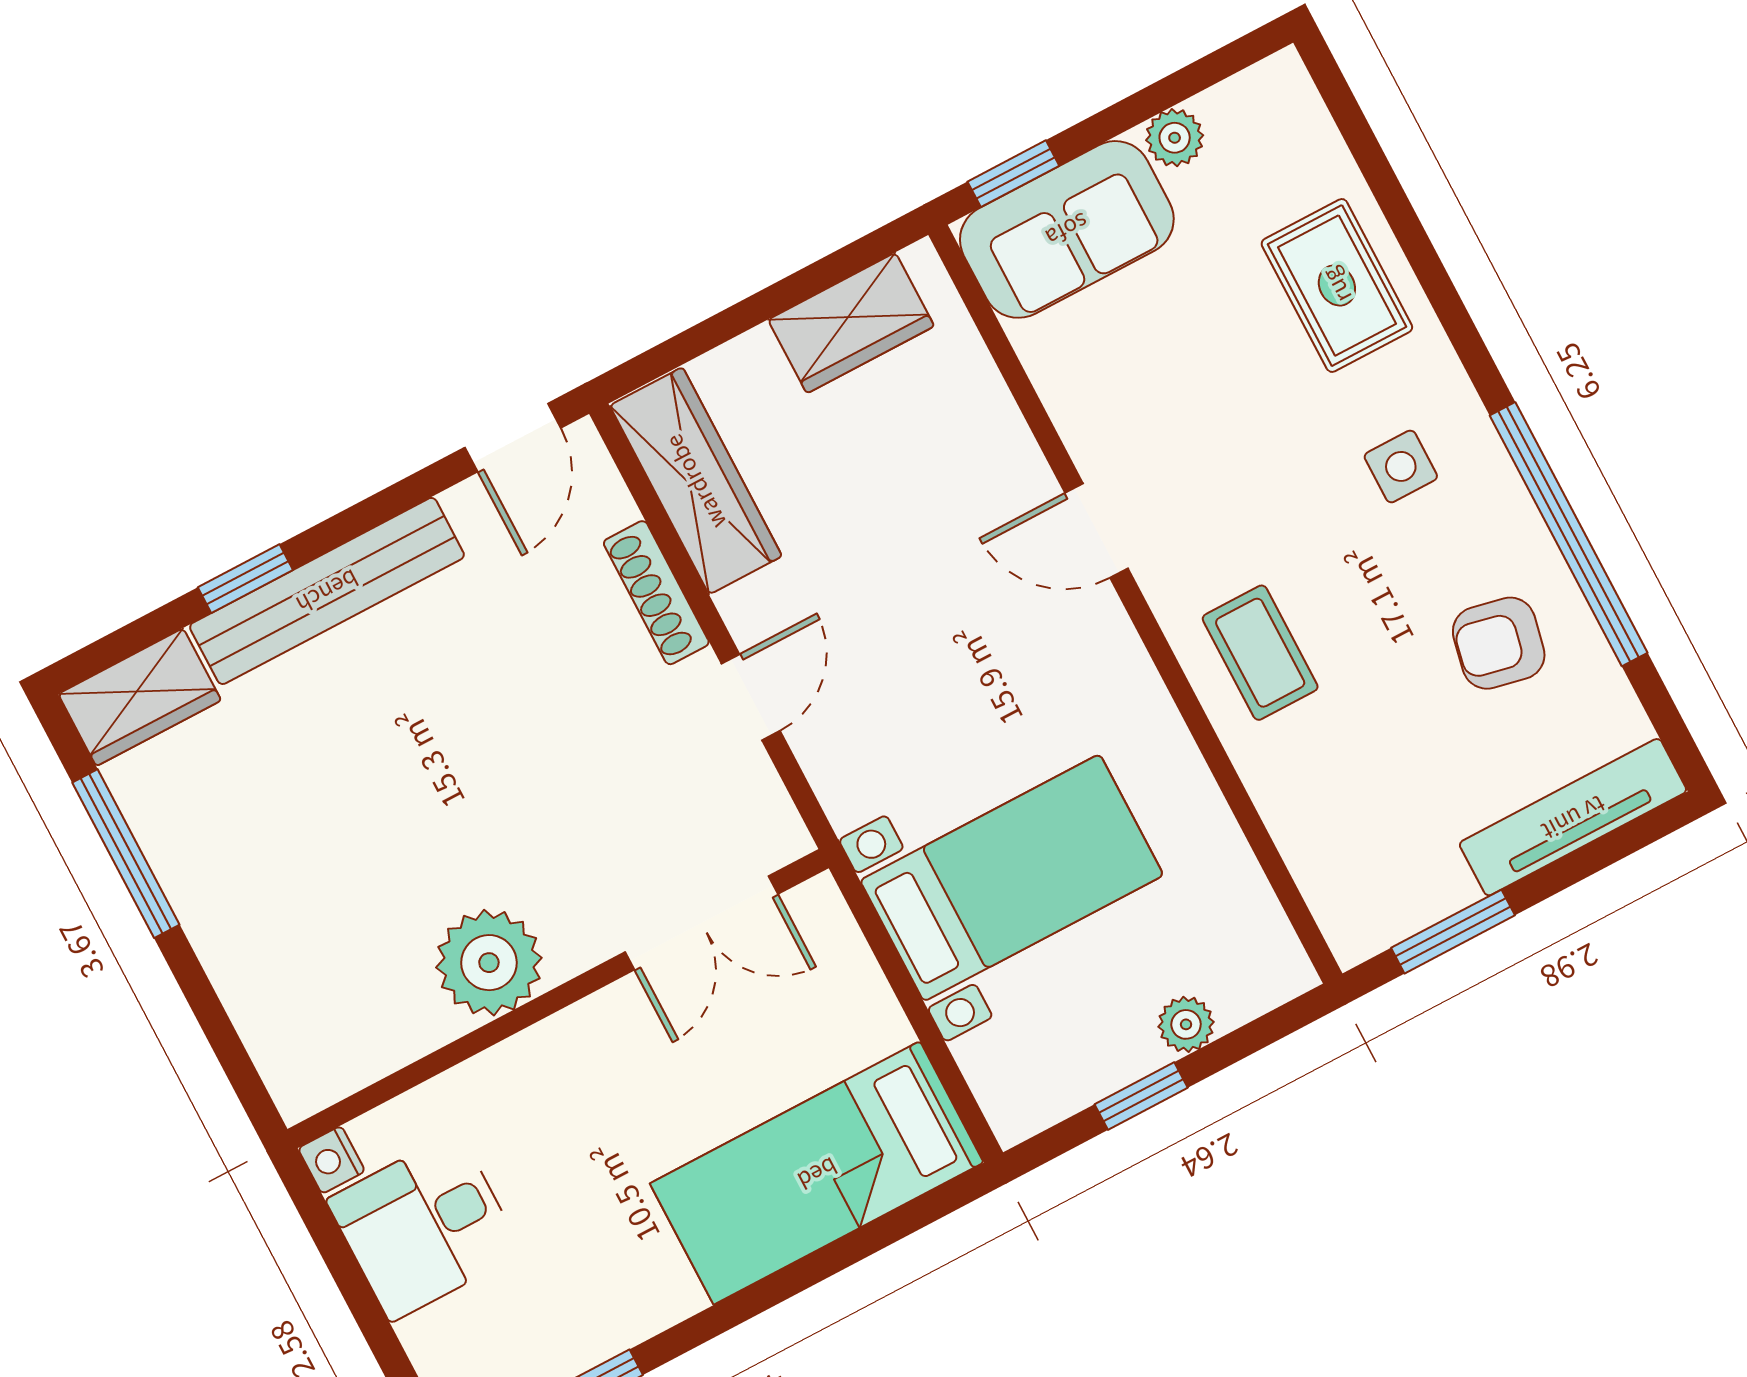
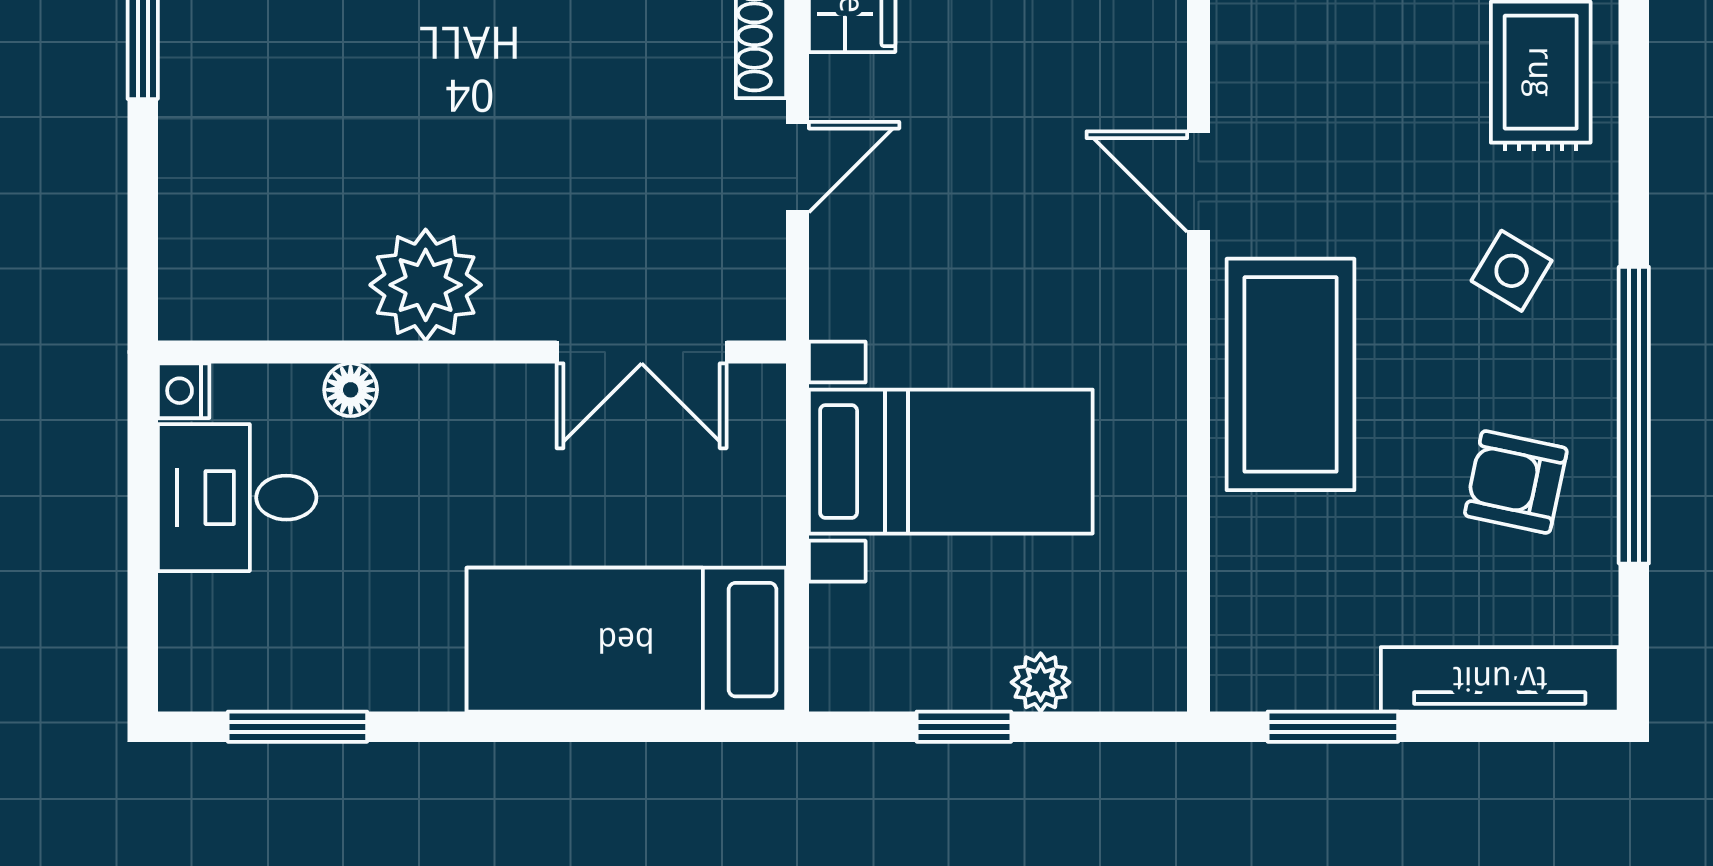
side table: (1401, 466) -> (1512, 271), turned 31
coffee table: (1260, 653) -> (1290, 374), width x1.86, depth x1.72
floor lamp: (472, 1085) -> (351, 390), added

